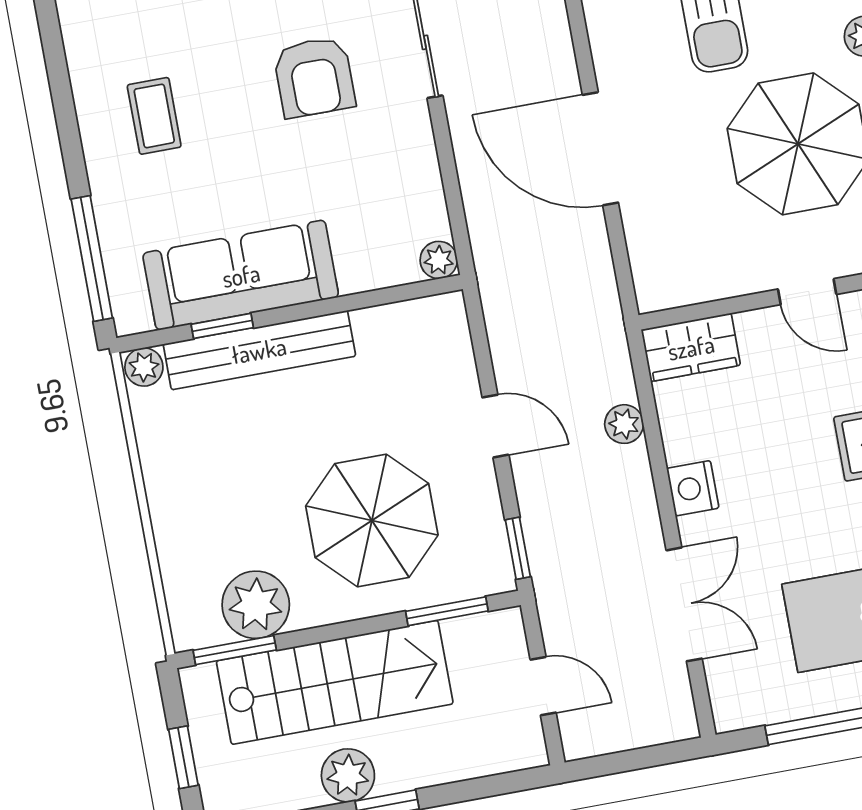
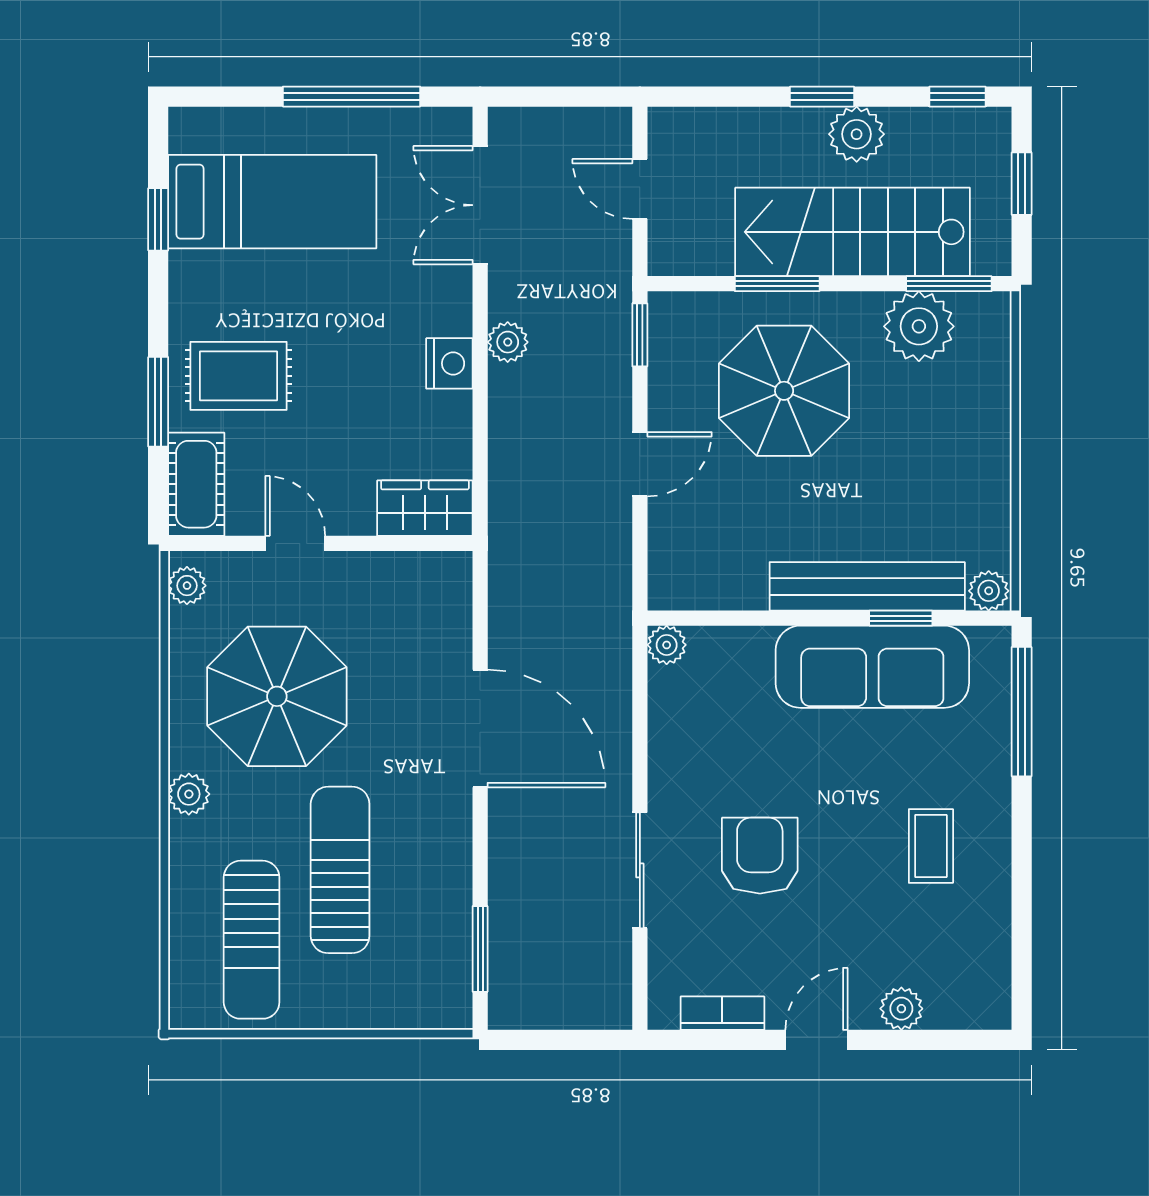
plant: (624, 424) -> (508, 342), moved
door: (495, 426) -> (640, 464), swing flipped
double door: (684, 604) -> (480, 205), moved
window: (447, 611) -> (777, 284), moved

